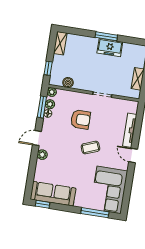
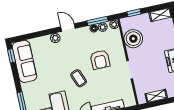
boiler: (68, 83) -> (133, 39), width x1.86, depth x1.86

